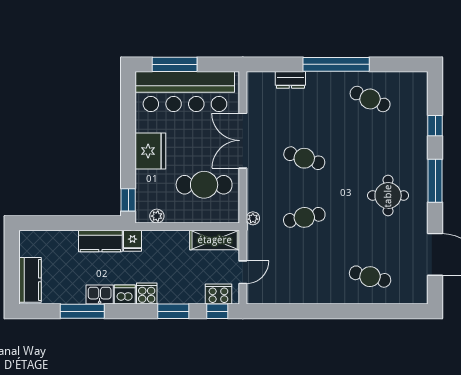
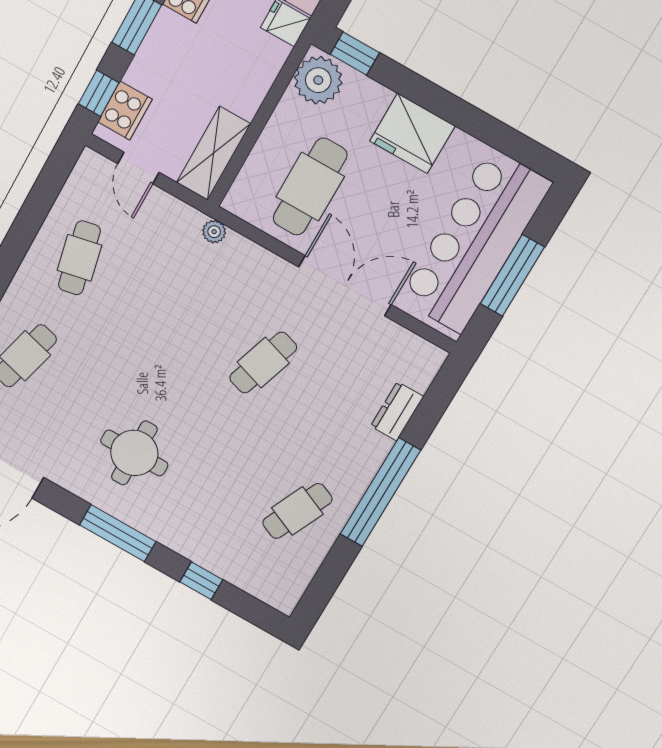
window: (175, 64) -> (512, 275), moved
plant: (157, 216) -> (318, 80), width x1.87, depth x1.87
cafe table: (304, 217) -> (79, 258), moved

